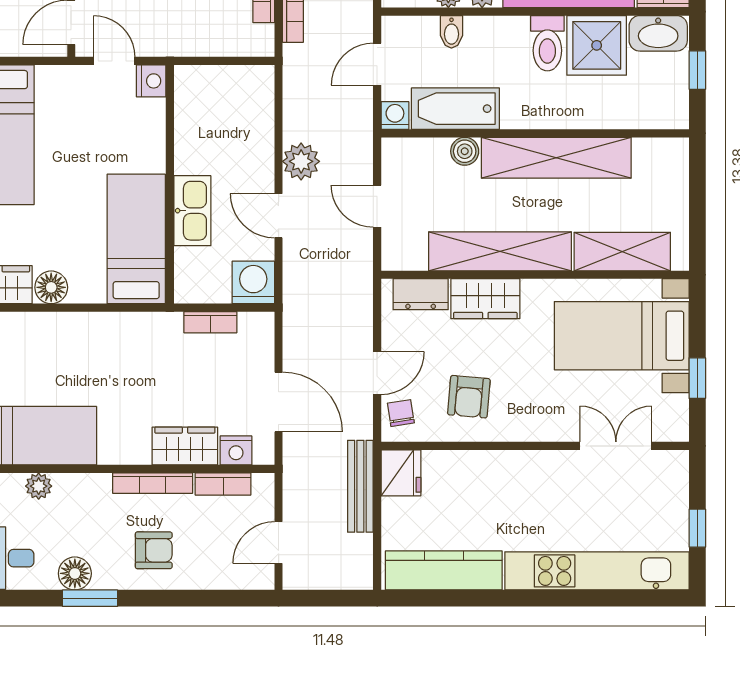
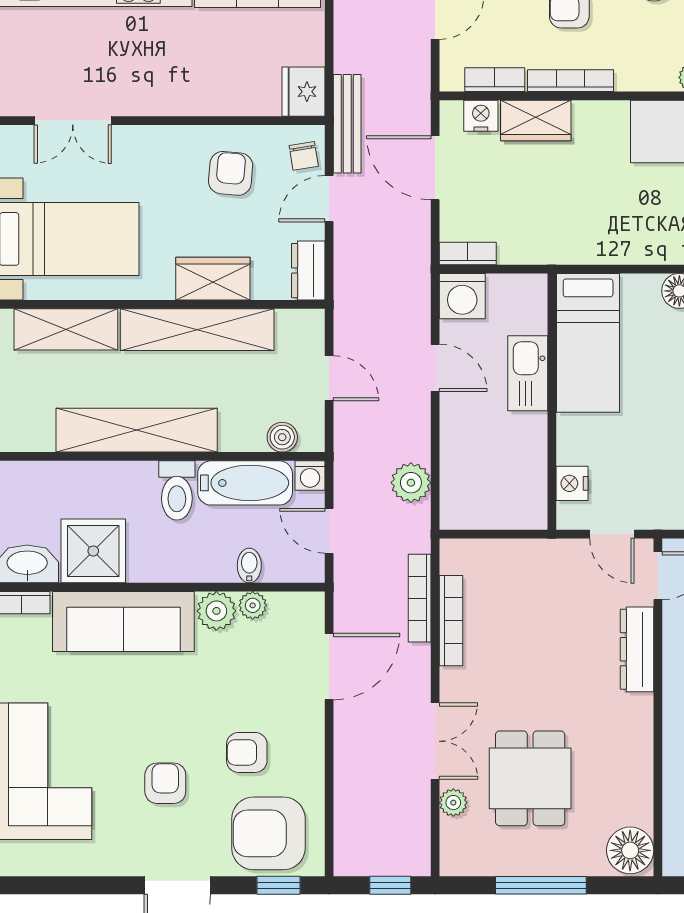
toilet: (547, 43) -> (177, 490), moved, turned 180
door: (377, 64) -> (329, 531), swing flipped
nightstand: (151, 81) -> (572, 483), moved
boiler: (465, 151) -> (282, 437), moved
plant: (301, 161) -> (411, 483), moved
dresser: (421, 294) -> (308, 271), moved, turned -90
bookcase: (210, 322) -> (468, 253), moved
bench: (360, 486) -> (347, 124), moved

